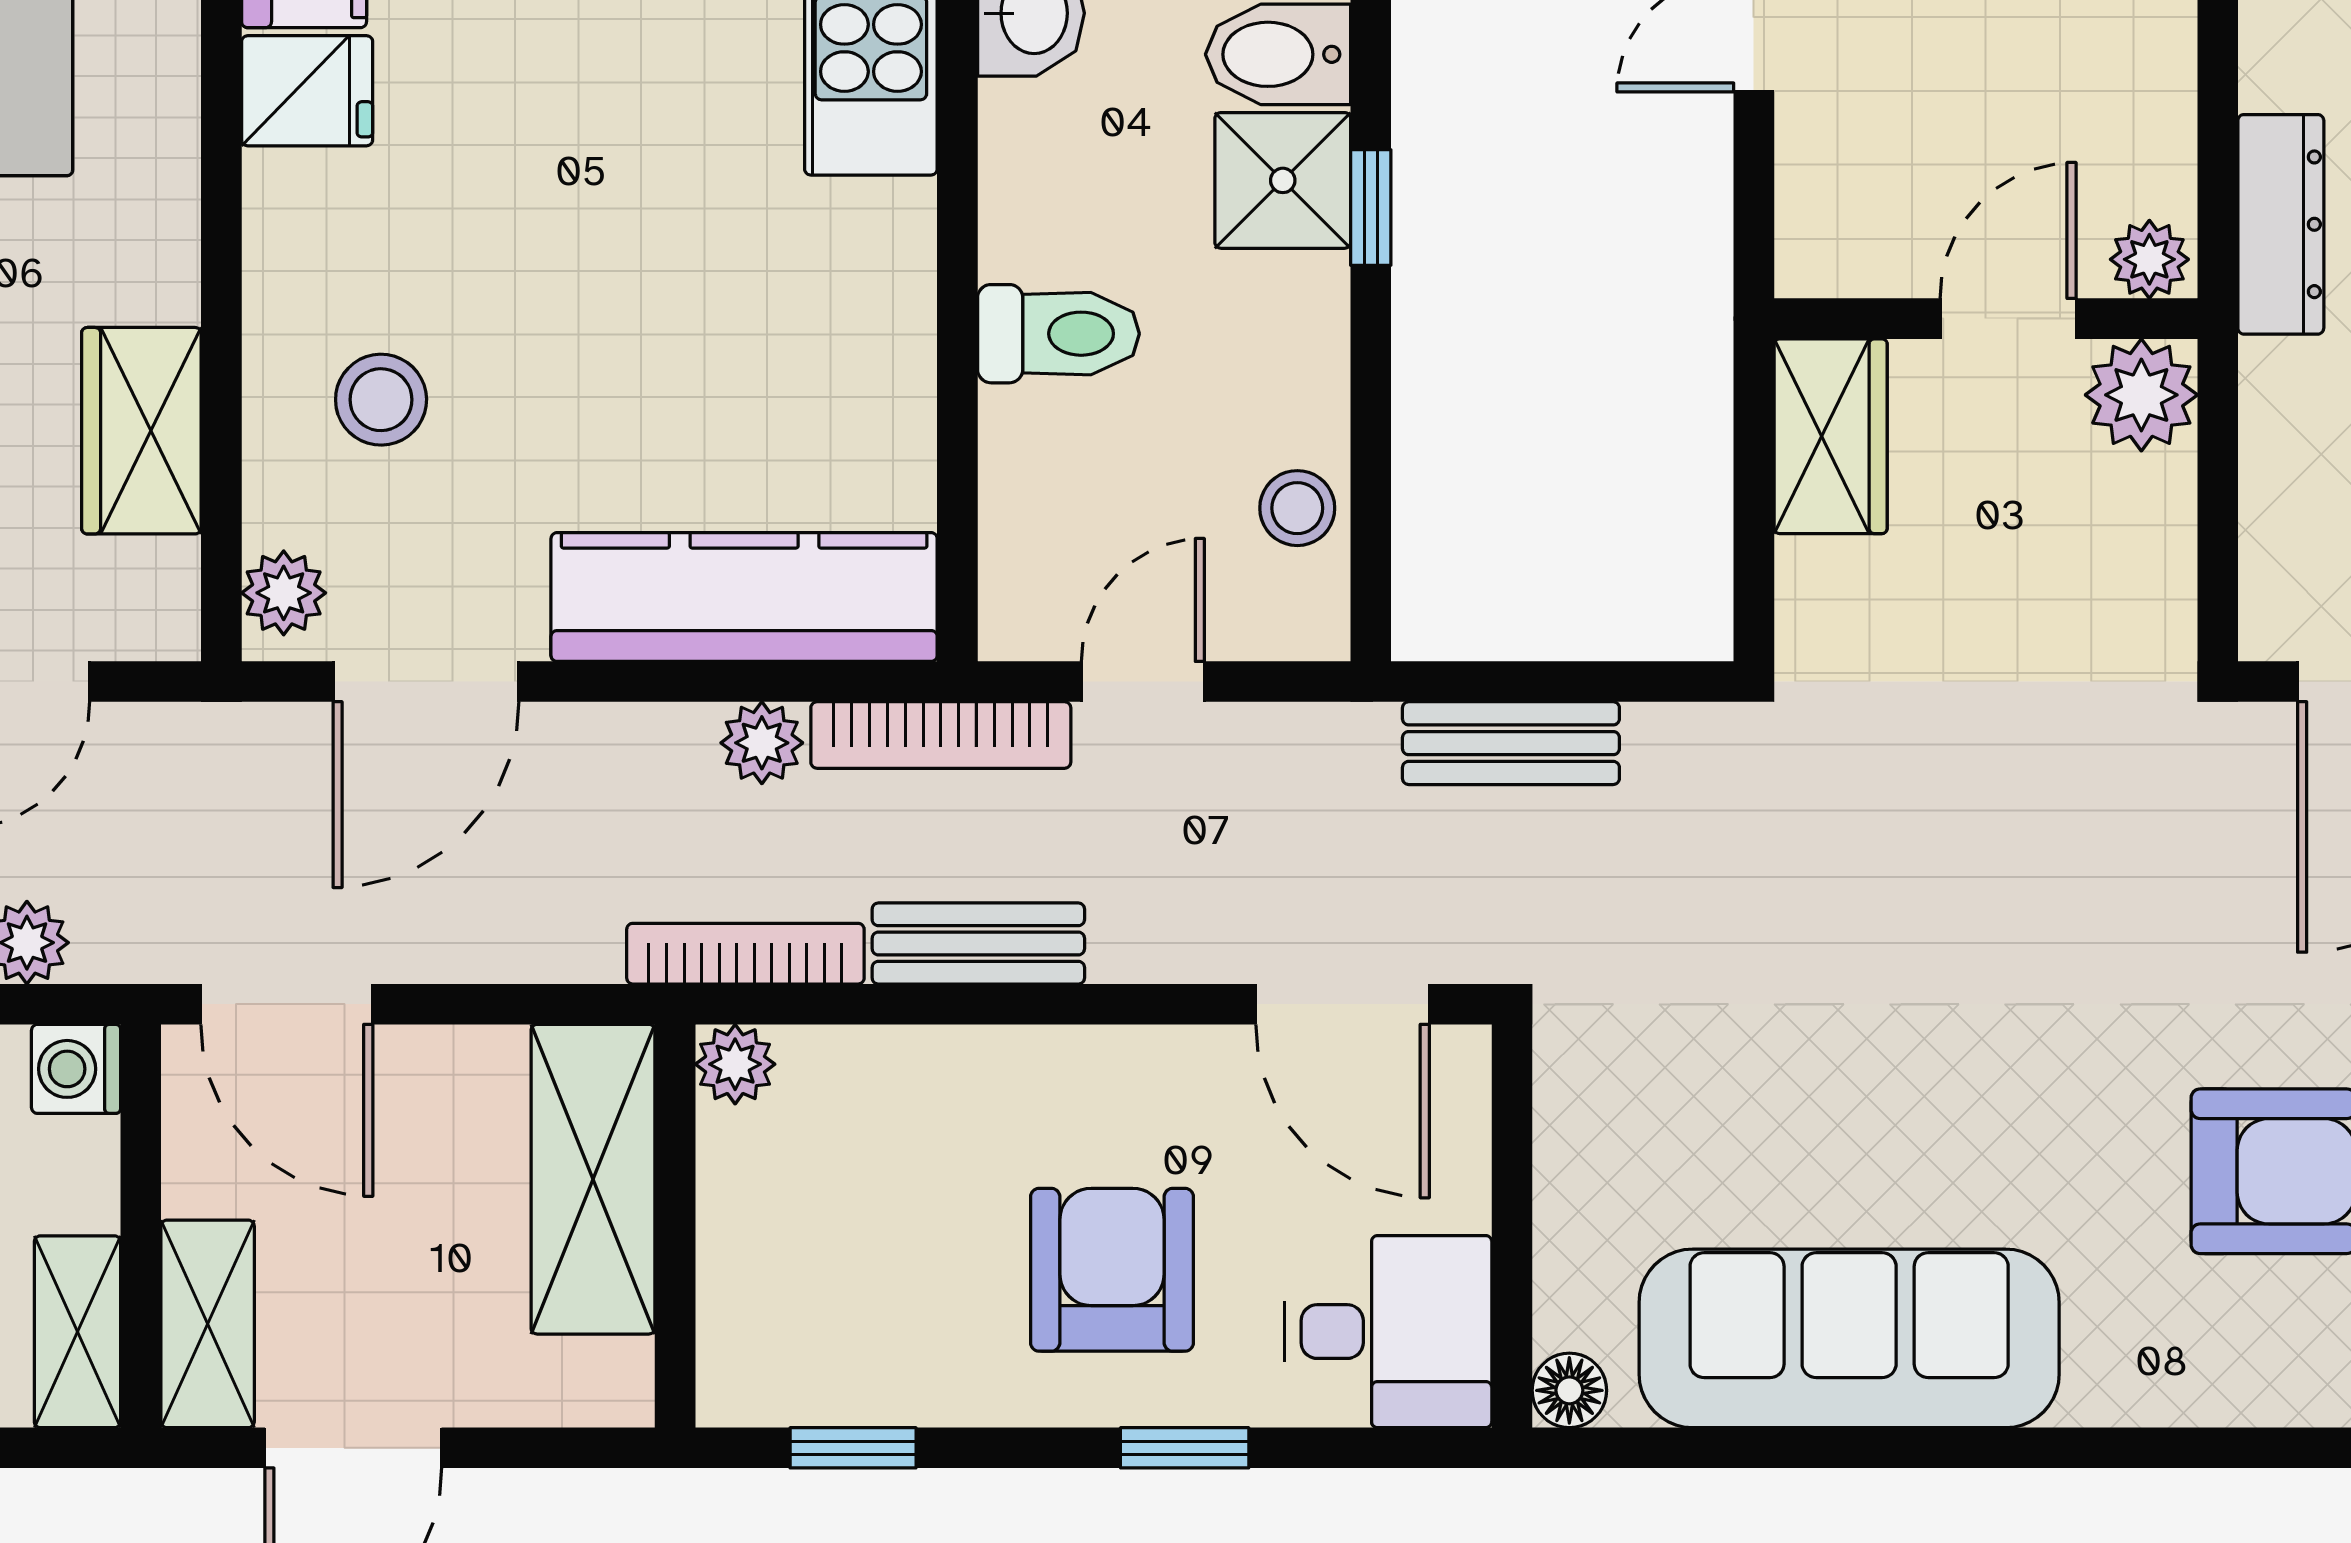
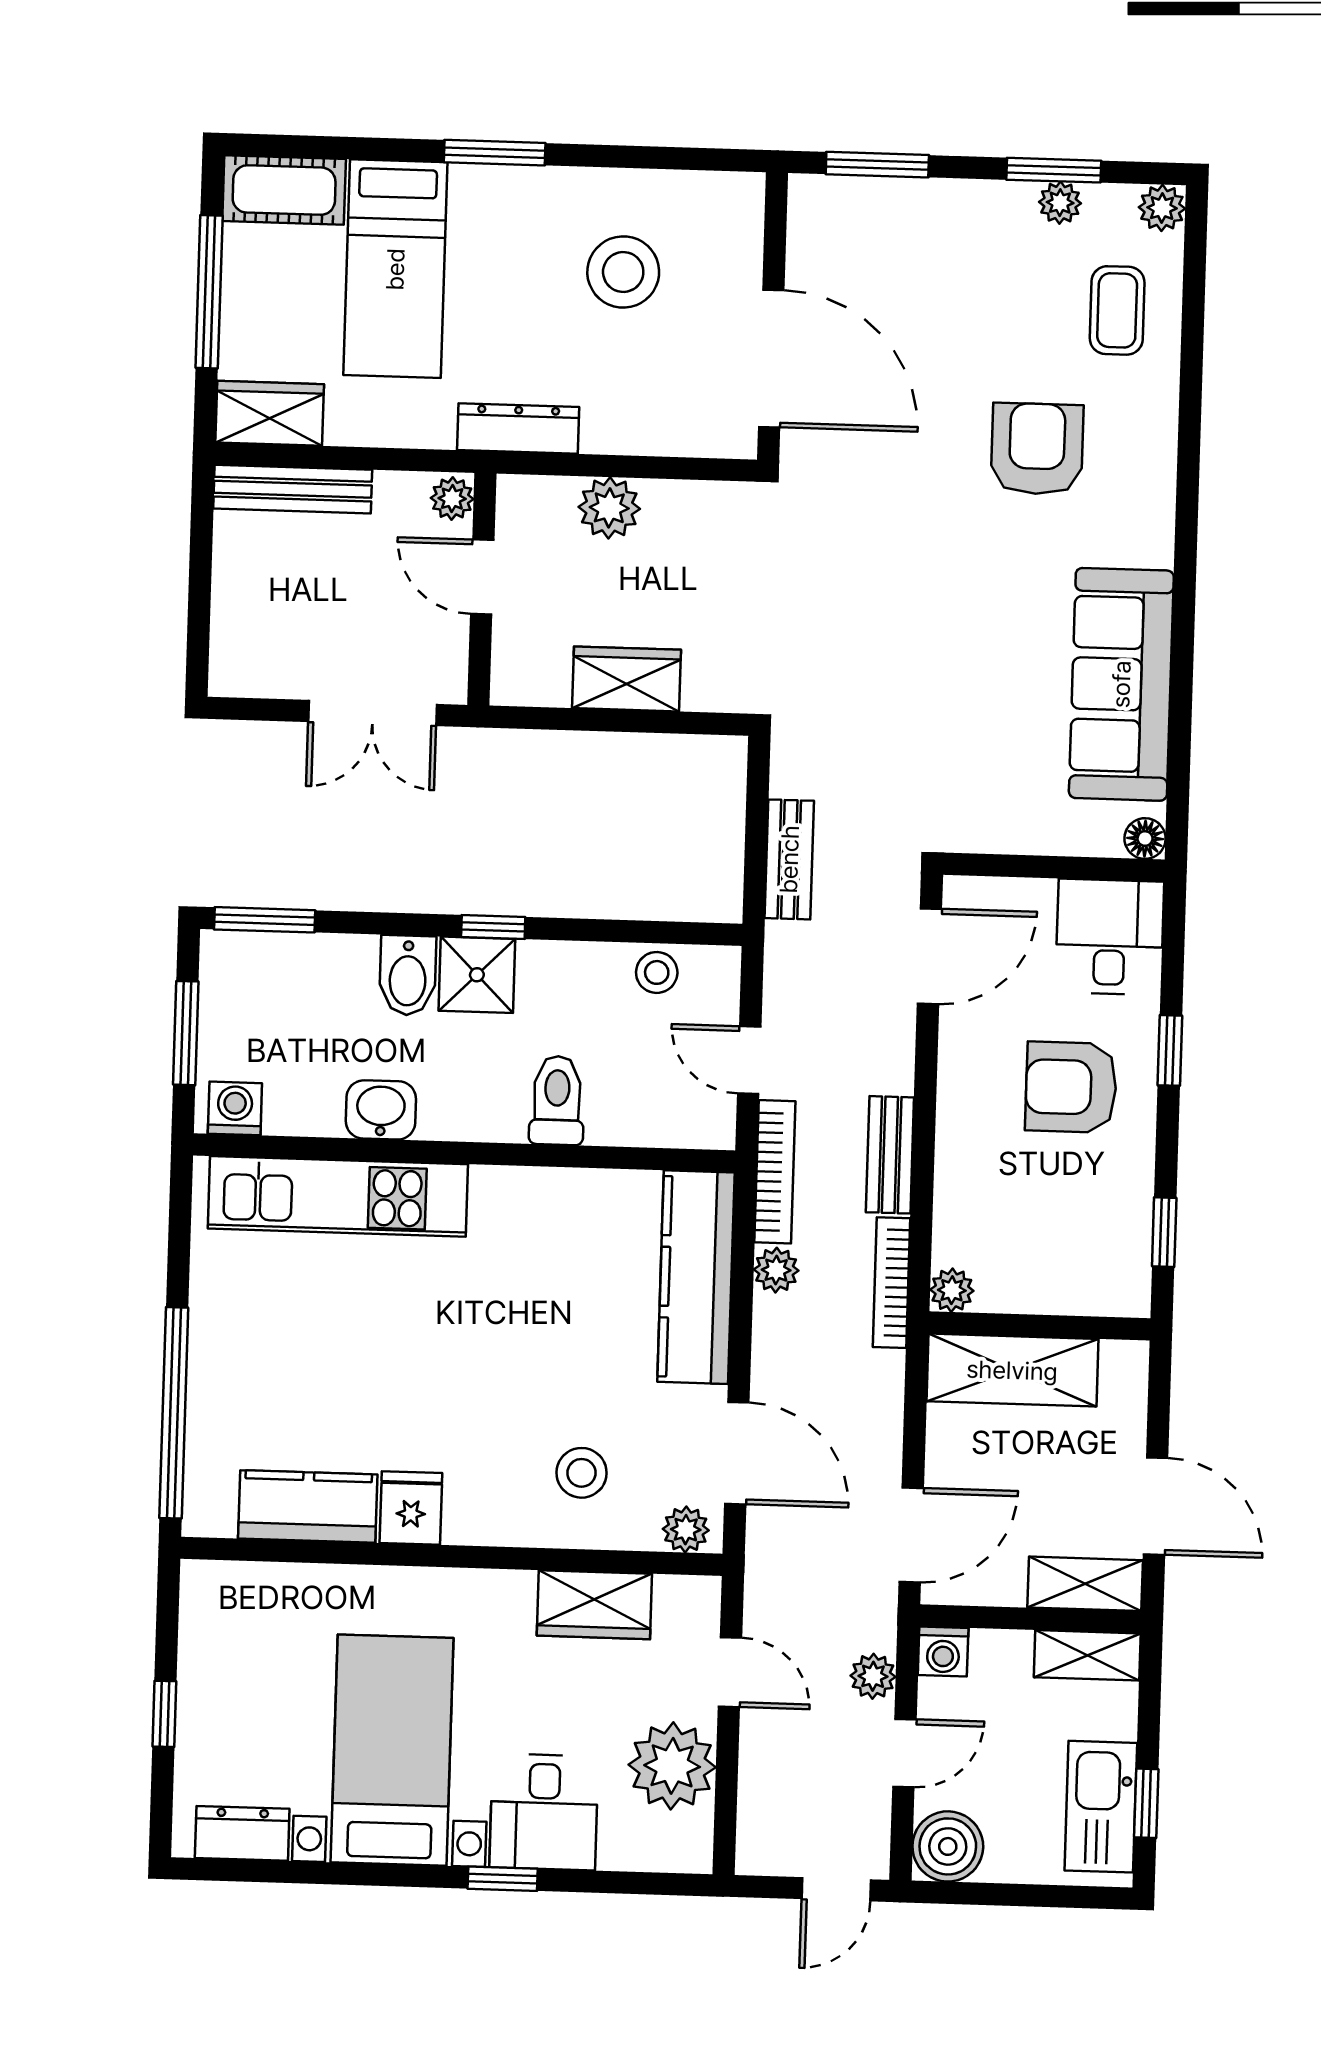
plant: (2149, 259) -> (452, 499), moved
wall: (1986, 319) -> (482, 589), moved
door: (2008, 319) -> (482, 577), moved

